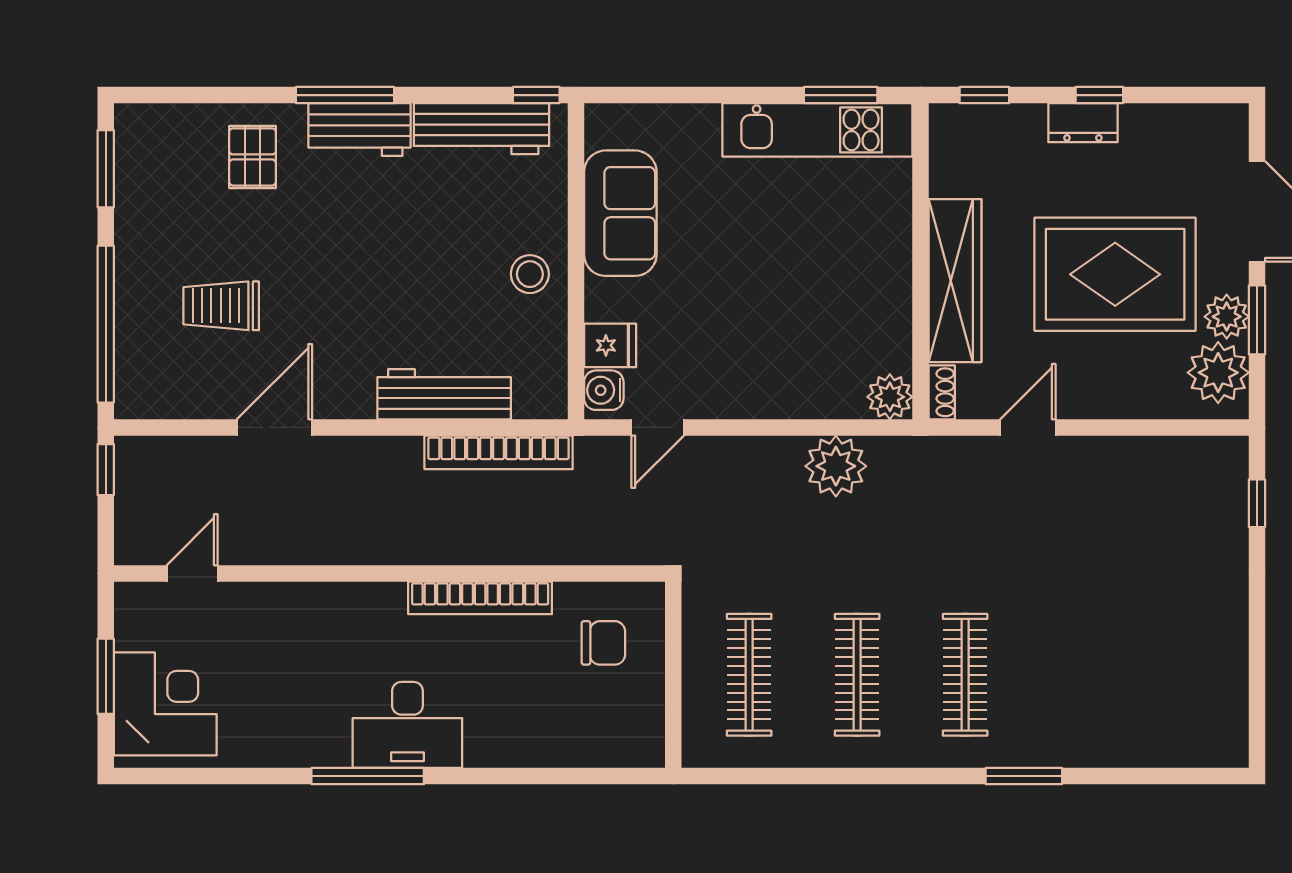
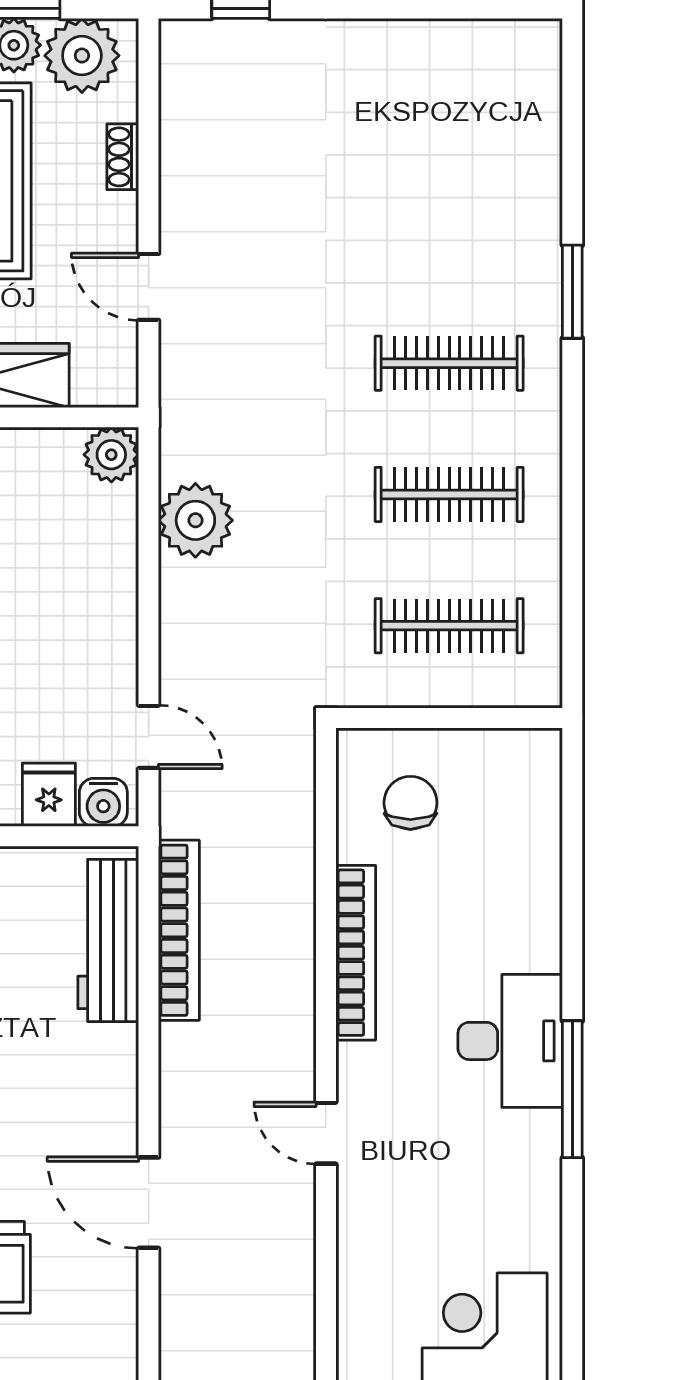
shoe rack: (942, 392) -> (123, 157), moved, turned -90
workbench: (444, 394) -> (108, 940), moved
door: (192, 573) -> (326, 1133), moved

